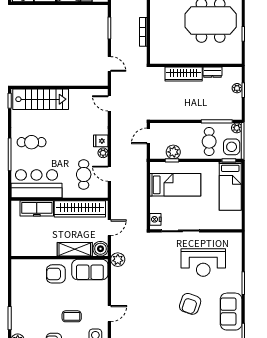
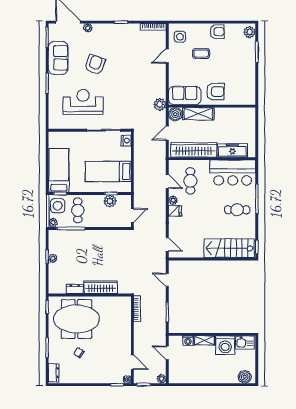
wall: (196, 65) -> (90, 295), moved
dresser: (212, 72) -> (75, 289), moved
wardrobe: (184, 74) -> (101, 287), moved

